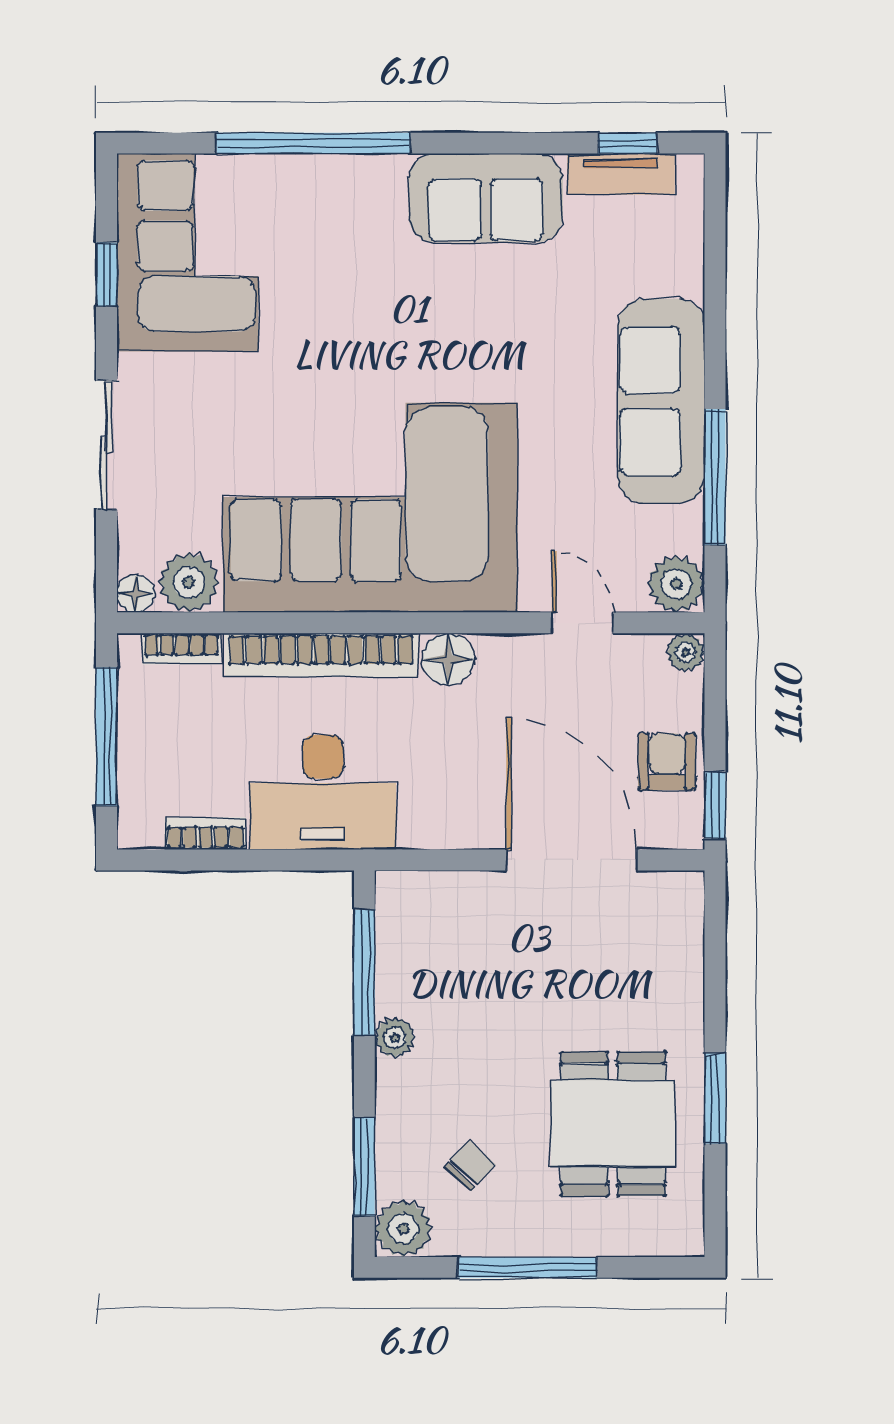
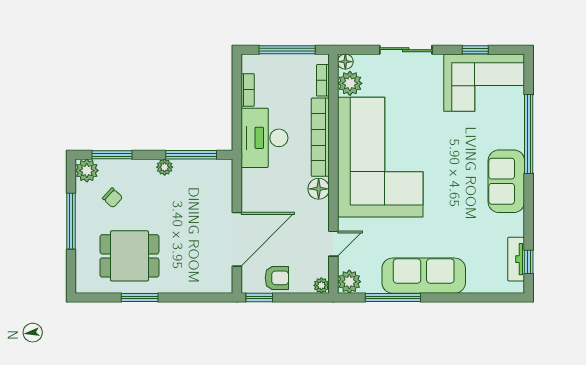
sofa: (486, 198) -> (506, 181), moved

